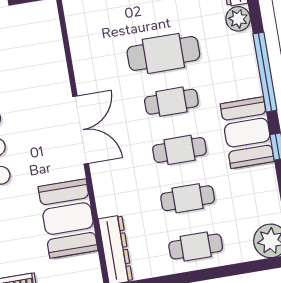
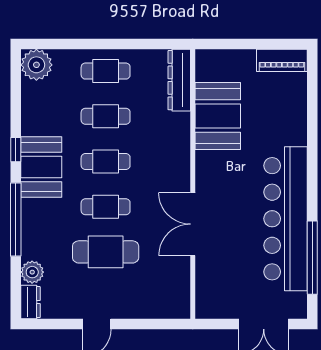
double door: (81, 130) -> (193, 224), moved

